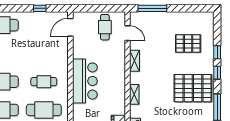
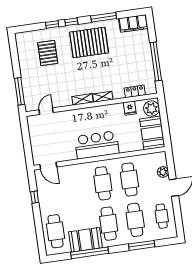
cafe table: (105, 27) -> (44, 133), removed
shelving: (134, 61) -> (82, 99), moved
cafe table: (44, 82) -> (103, 183), width x1.37, depth x1.35
pallet: (193, 88) -> (89, 43), turned 90

